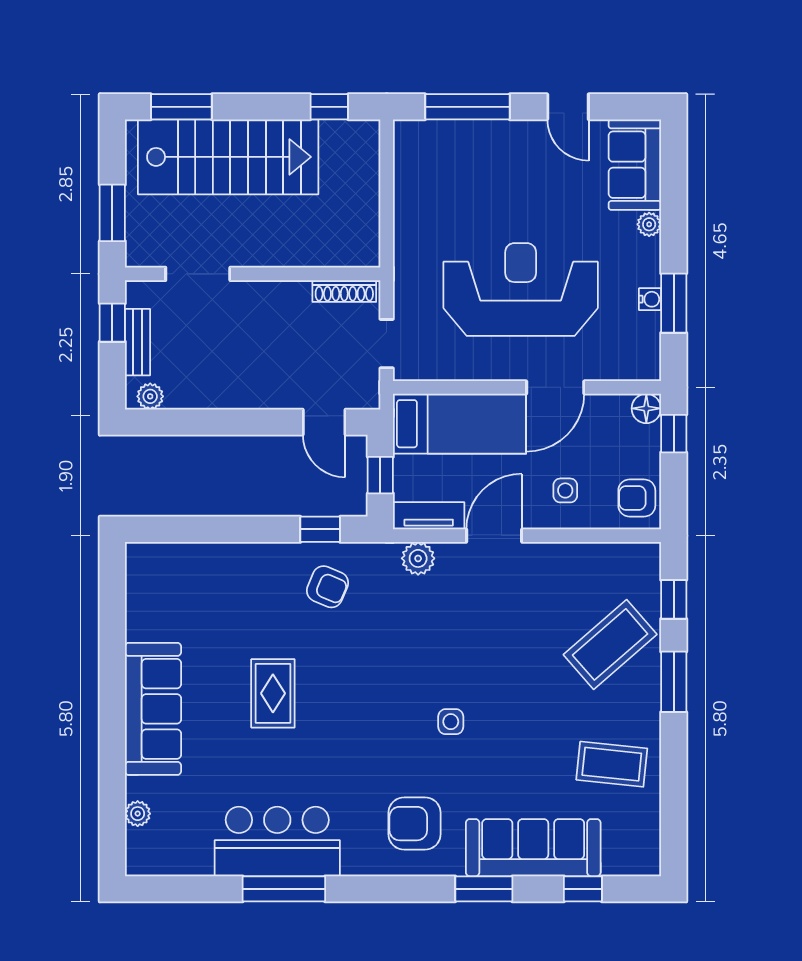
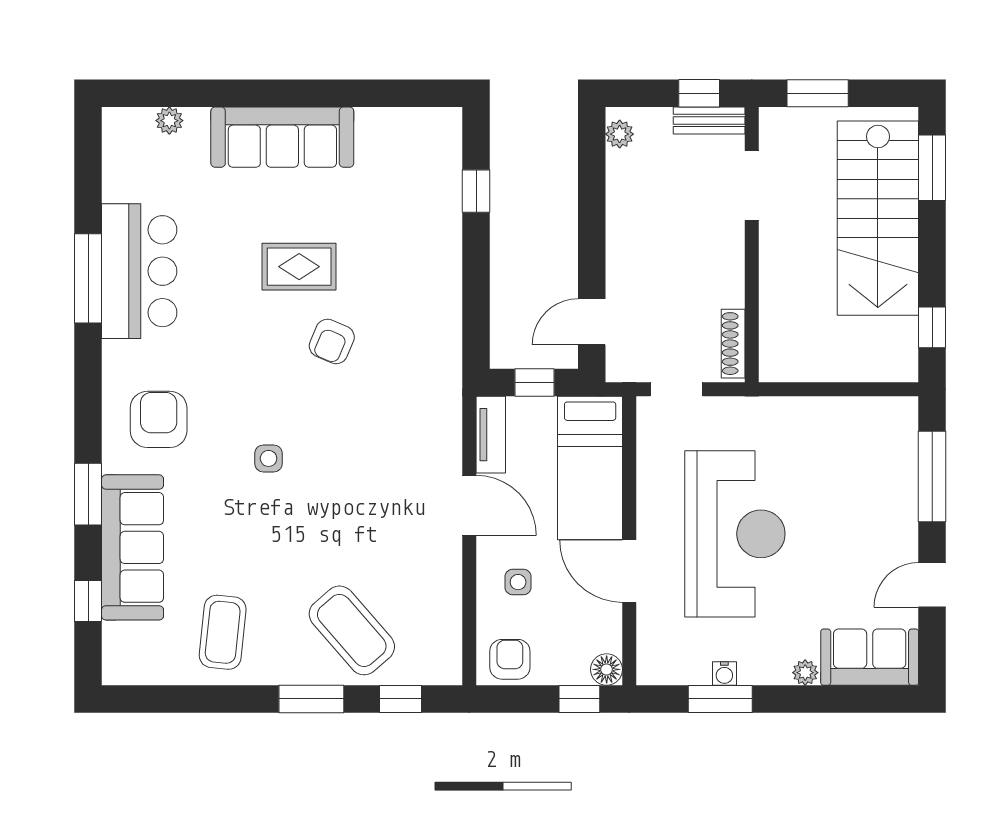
bench: (138, 342) -> (709, 120), moved
window: (320, 529) -> (476, 191), moved
plant: (418, 558) -> (445, 423), removed
armchair: (327, 587) -> (332, 341), moved

